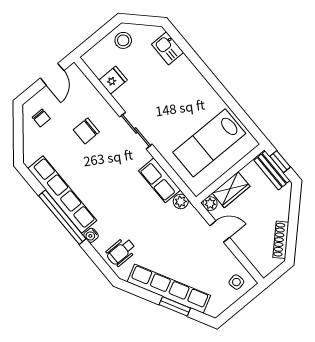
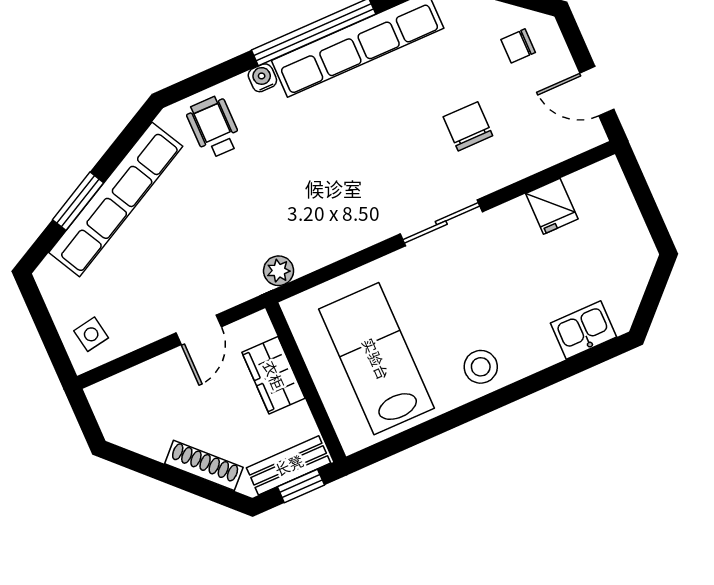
stool: (123, 40) -> (481, 367), moved
row of seats: (160, 180) -> (331, 241), removed
plant: (210, 204) -> (258, 327), removed
shoe rack: (281, 240) -> (204, 465), moved

